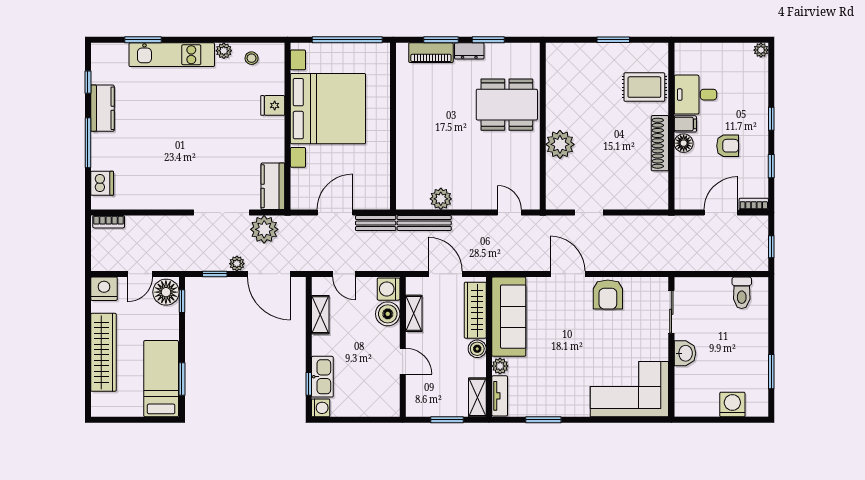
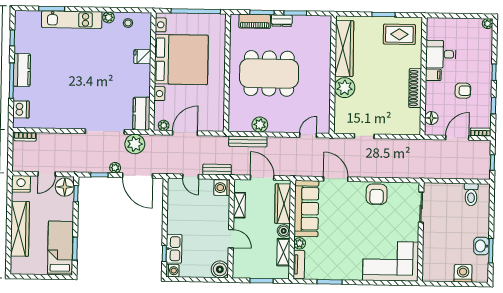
rug: (644, 87) -> (399, 34), moved
wardrobe: (558, 89) -> (344, 49), added
dining table: (507, 105) -> (269, 73), moved, width x1.36, depth x1.24
kitchen counter: (102, 108) -> (22, 70), moved
floor lamp: (684, 143) -> (431, 118), moved
plant: (305, 202) -> (164, 125), added
door: (509, 213) -> (308, 135), hinge flipped
bench: (376, 223) -> (217, 169), moved
door: (568, 274) -> (336, 179), moved
boiler: (388, 314) -> (220, 269), moved
shelving: (320, 315) -> (173, 205), removed
washbasin: (685, 353) -> (481, 246), moved, turned 180
shelving: (477, 397) -> (283, 252), moved

